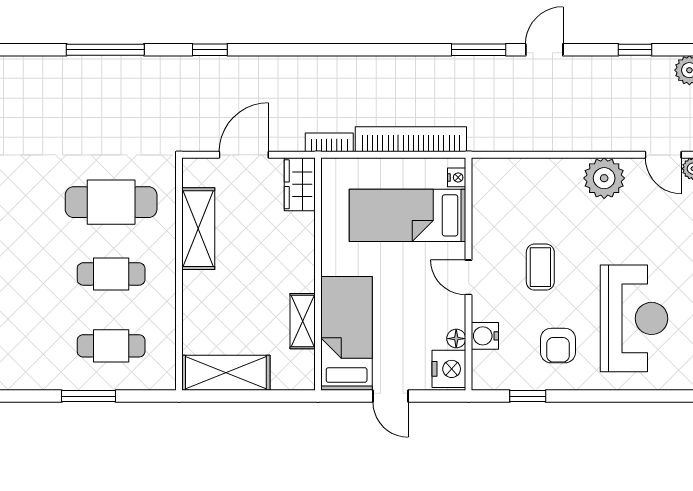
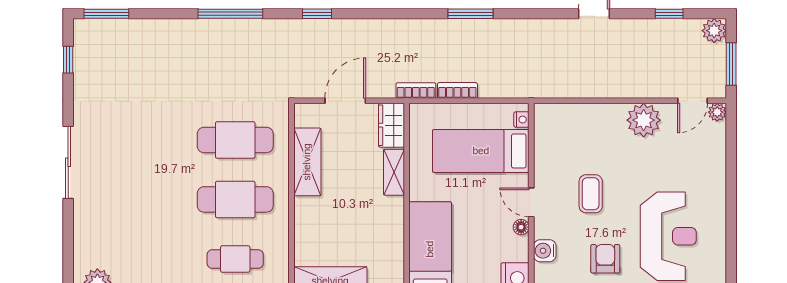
window: (479, 50) -> (471, 14), moved
bookcase: (411, 139) -> (457, 90), width x0.43, depth x0.76
door: (663, 155) -> (693, 101), hinge flipped
cafe table: (111, 274) -> (235, 199), width x1.37, depth x1.35
shelving: (303, 321) -> (394, 172), moved
floor lamp: (456, 339) -> (521, 227), moved
armchair: (558, 346) -> (605, 259), turned 180

